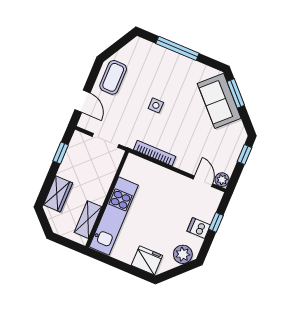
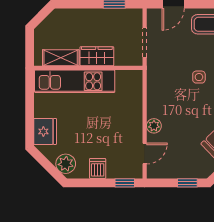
bookcase: (155, 153) -> (152, 95), removed
plant: (222, 180) -> (154, 126), moved
wardrobe: (58, 194) -> (97, 56), moved, turned 180
window: (216, 222) -> (125, 183), moved

